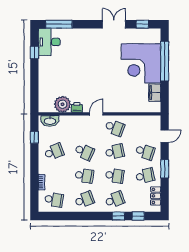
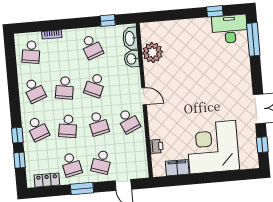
window: (165, 61) -> (218, 177), removed
printer: (77, 107) -> (156, 146), moved
washbasin: (66, 121) -> (132, 59), added
school desk: (115, 128) -> (128, 121), turned -45

